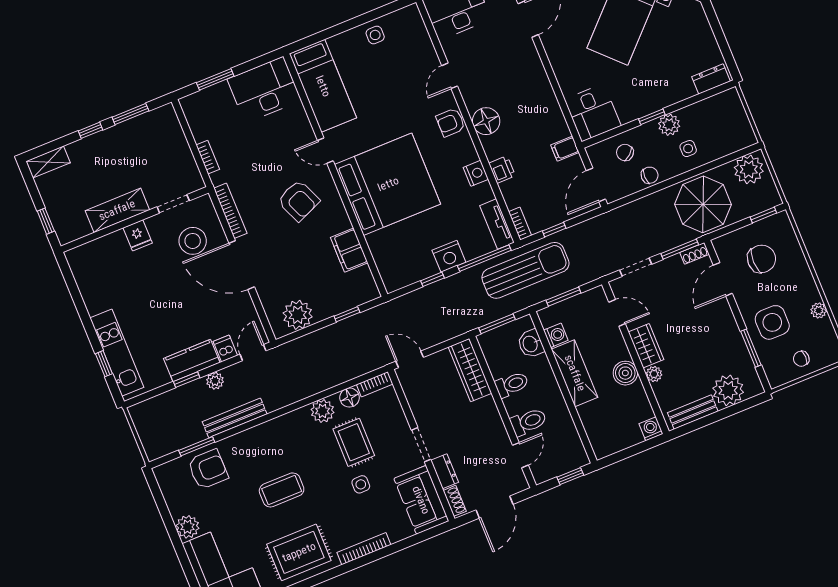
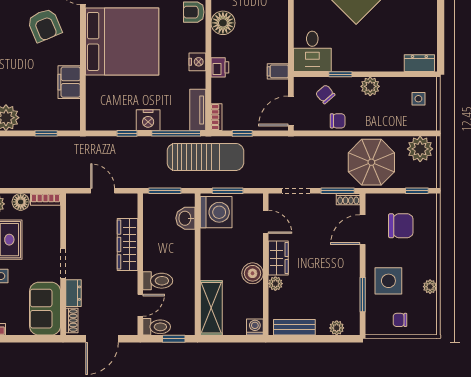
window: (652, 117) -> (340, 74), moved
side table: (688, 149) -> (418, 99), moved
washing machine: (556, 335) -> (216, 212), width x1.89, depth x1.89
door: (410, 359) -> (103, 191), moved
wardrobe: (470, 370) -> (127, 244), moved
shelving: (575, 373) -> (211, 308), moved
toilet: (512, 384) -> (157, 327), moved
plant: (728, 390) -> (337, 328), width x0.53, depth x0.53

